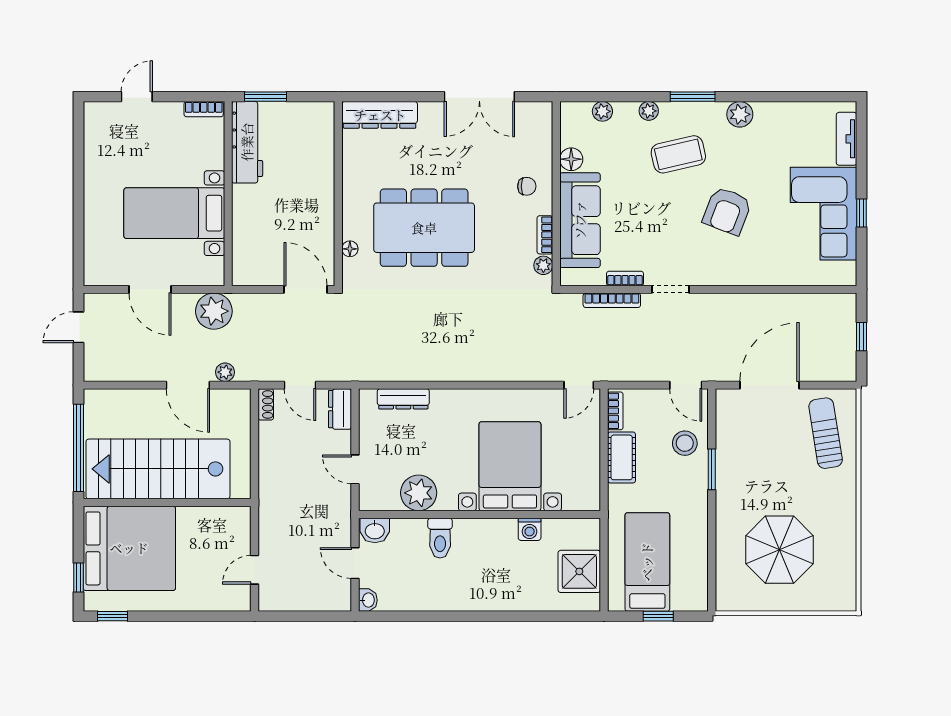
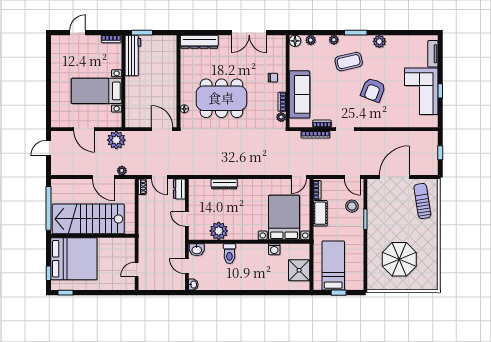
floor lamp: (571, 159) -> (295, 41), moved
dresser: (403, 399) -> (224, 184), moved
bed with nightstands: (510, 466) -> (284, 218), moved

